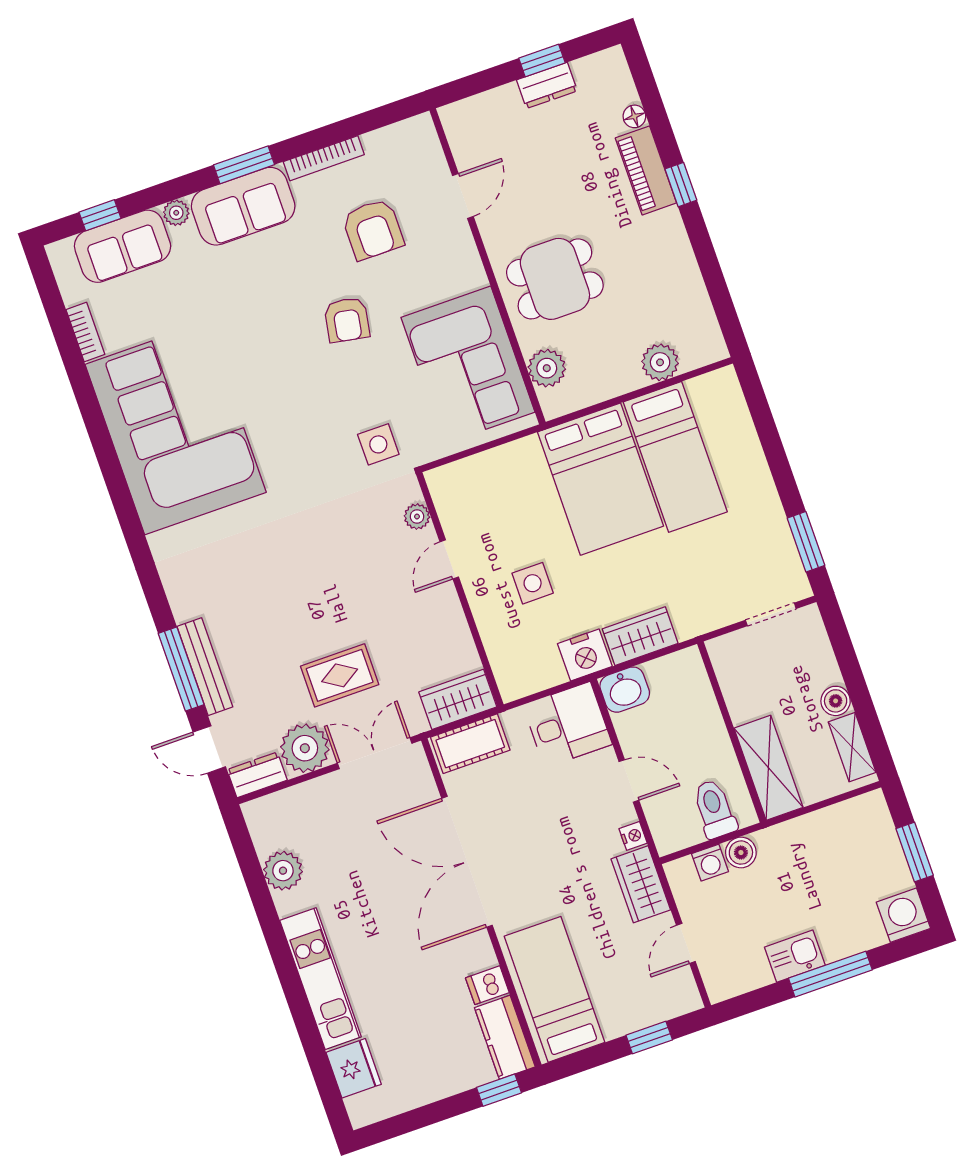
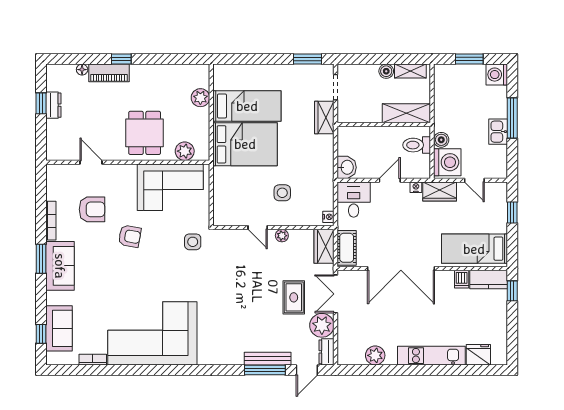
plant: (176, 213) -> (52, 298), removed
plant: (417, 517) -> (282, 236), moved
wardrobe: (640, 636) -> (324, 118), moved
nightstand: (585, 655) -> (328, 217), moved, width x0.53, depth x0.56
washing machine: (710, 863) -> (447, 162), width x1.89, depth x1.89

